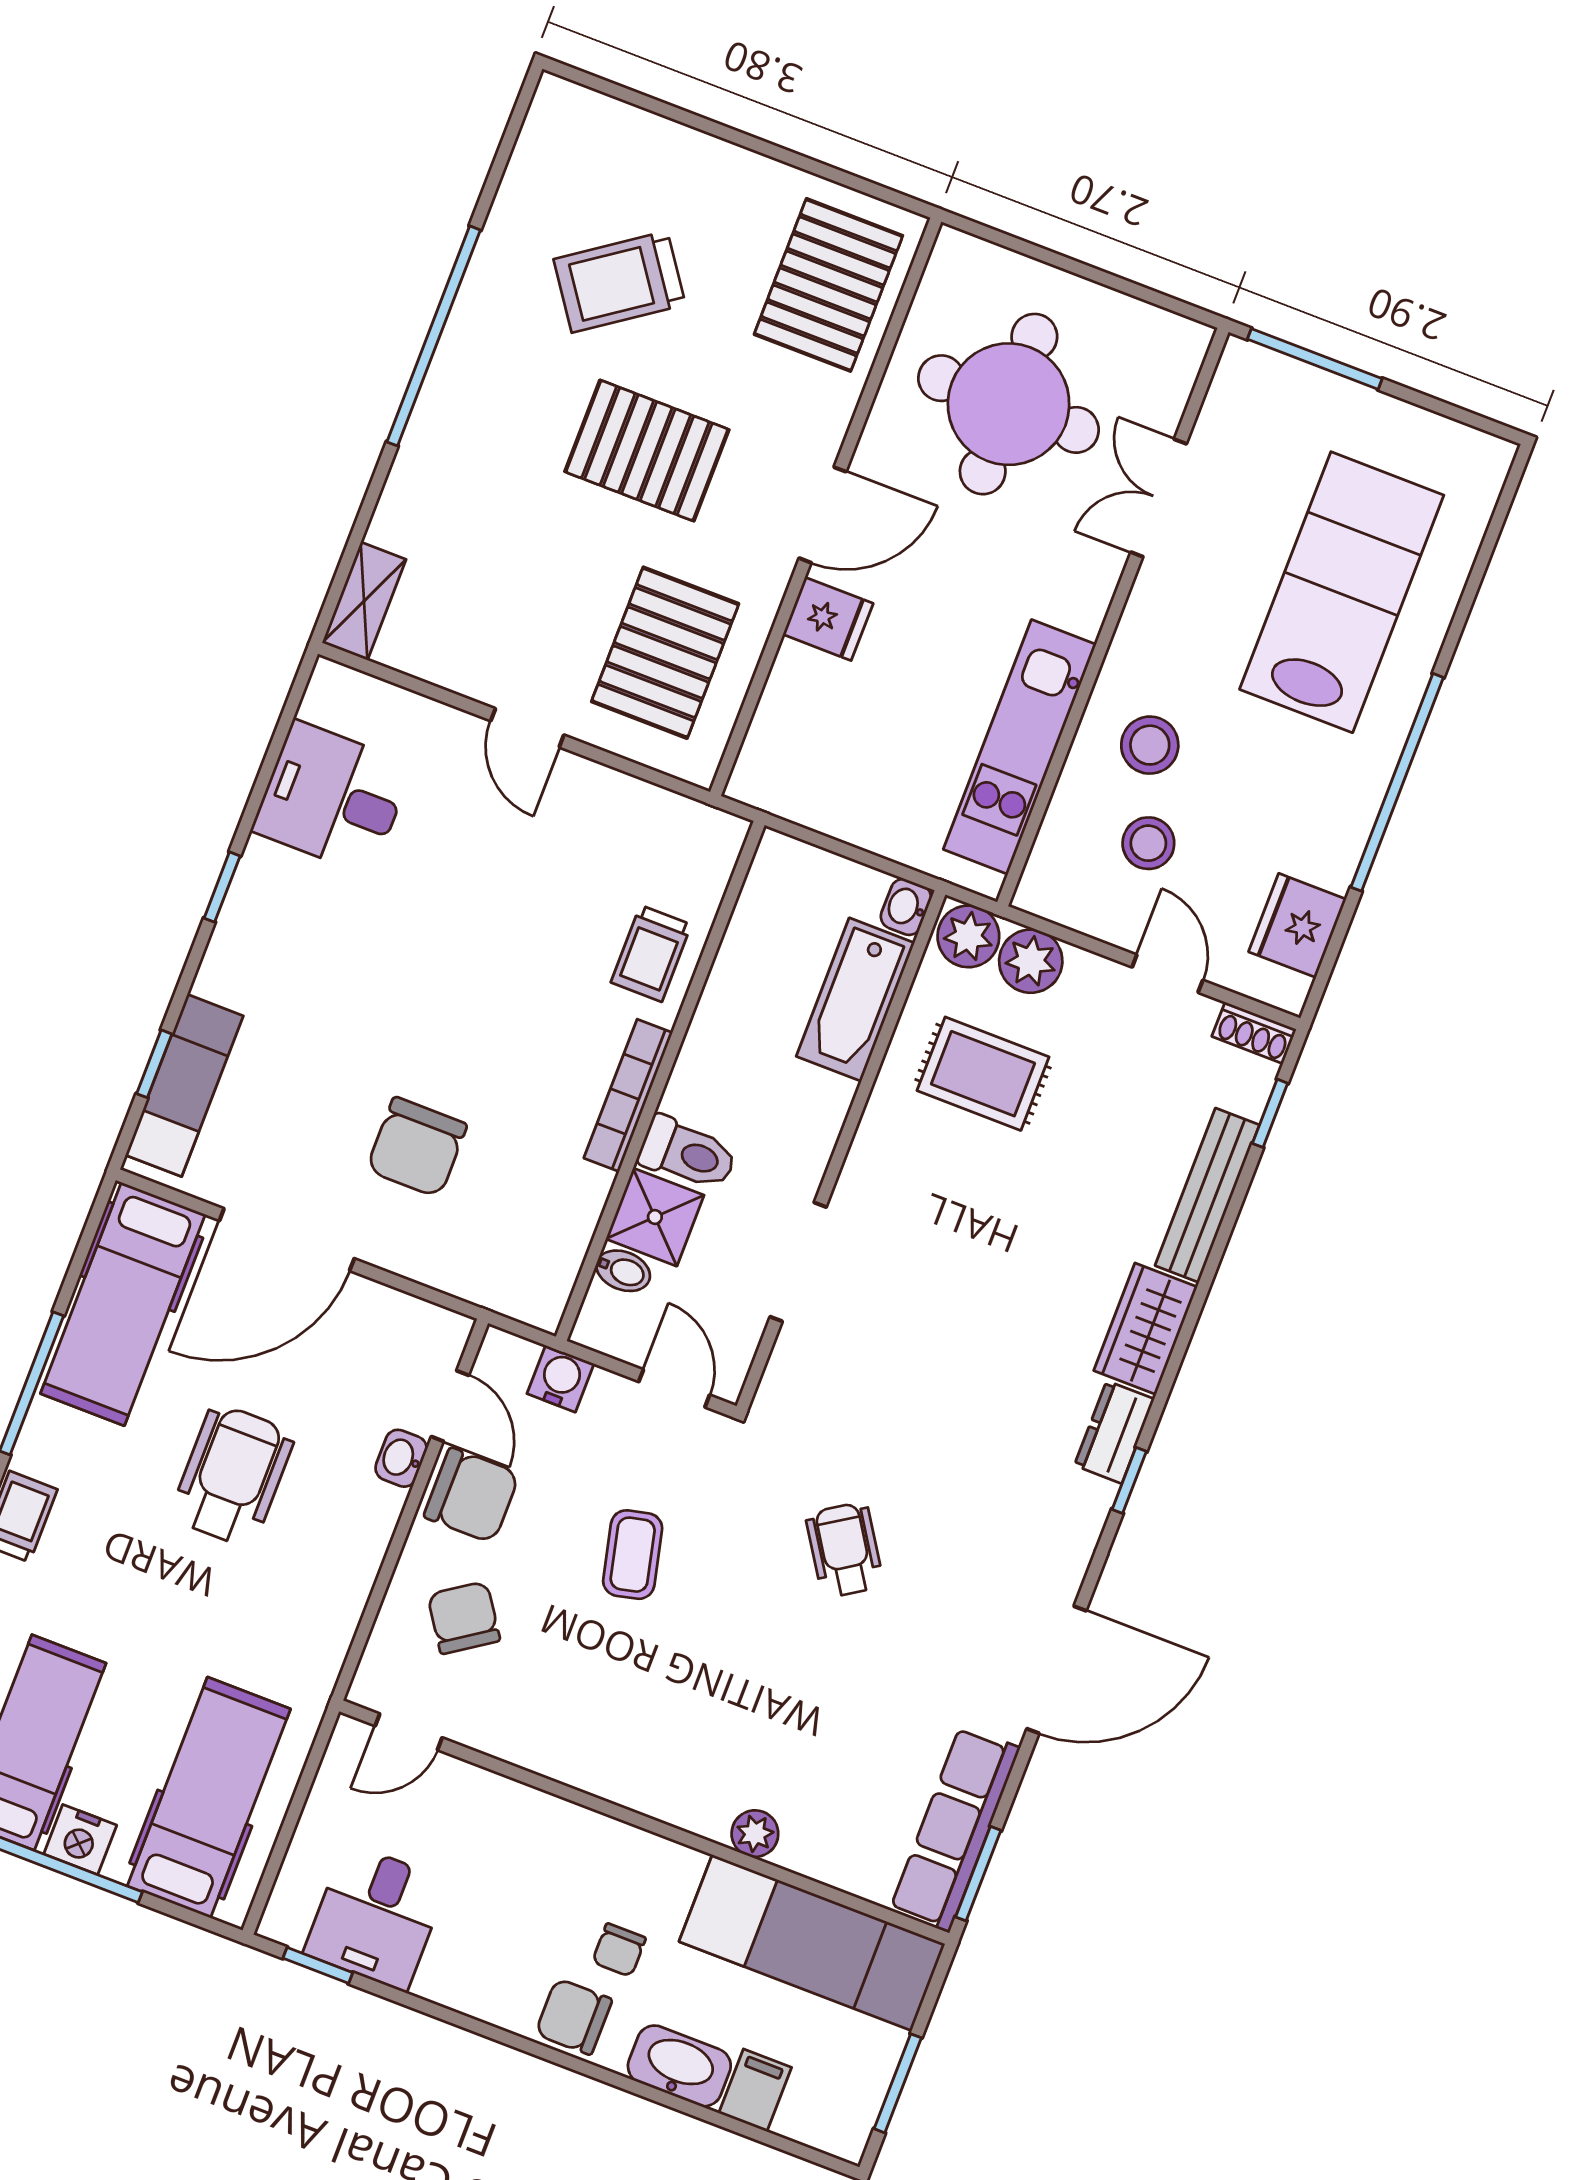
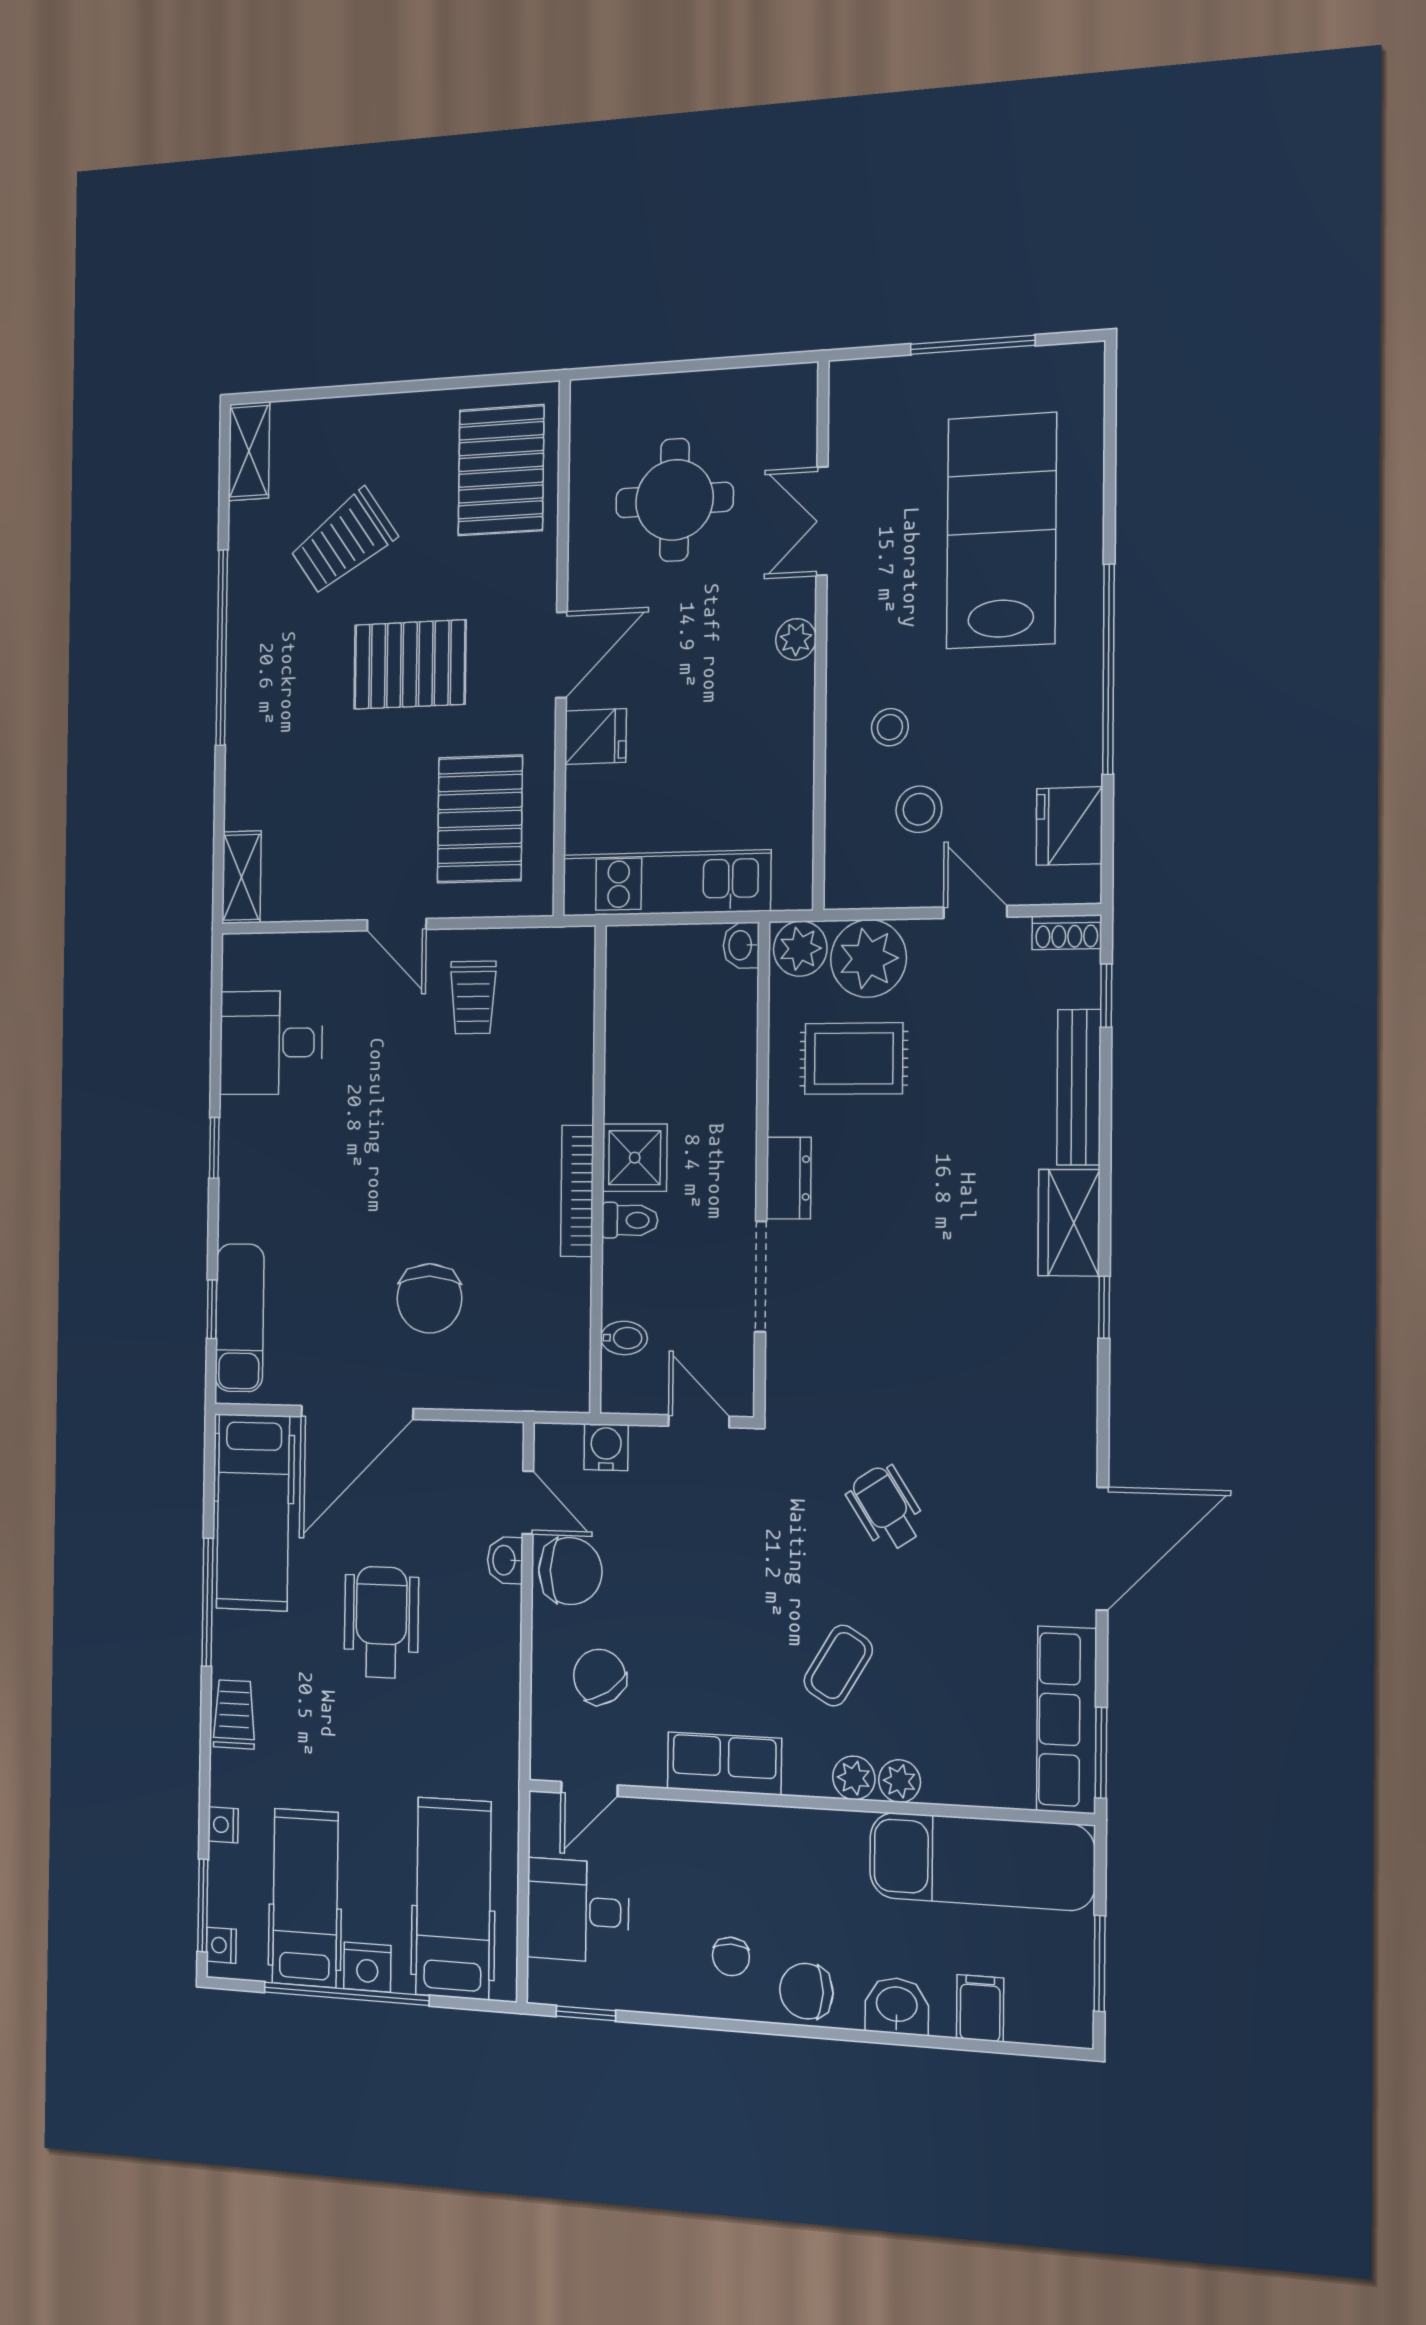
shelving: (546, 131) -> (249, 451), added
window: (1315, 359) -> (973, 345), moved
round table: (1009, 404) -> (674, 500), width x0.73, depth x0.73
plant: (1084, 610) -> (796, 639), added
stool: (1150, 745) -> (890, 727), width x0.73, depth x0.73
kitchen unit: (1020, 747) -> (666, 883), moved, turned 90
trolley: (651, 953) -> (473, 997), moved
plant: (1031, 961) -> (868, 958), width x1.36, depth x1.36
bathtub: (855, 1000) -> (728, 1039), removed
toilet: (688, 1153) -> (630, 1220), width x0.73, depth x0.72
shower: (655, 1217) -> (635, 1158), moved
dresser: (1114, 1432) -> (789, 1178), moved, turned 180
window: (1129, 1480) -> (1104, 1307), moved
coffee table: (633, 1555) -> (838, 1666), moved, turned 44
row of seats: (570, 1754) -> (724, 1763), added
plant: (707, 1815) -> (854, 1778), added
desk: (376, 1917) -> (578, 1911), moved, turned 90
chair: (619, 1950) -> (731, 1956), moved
washbasin: (679, 2066) -> (897, 2006), width x0.72

